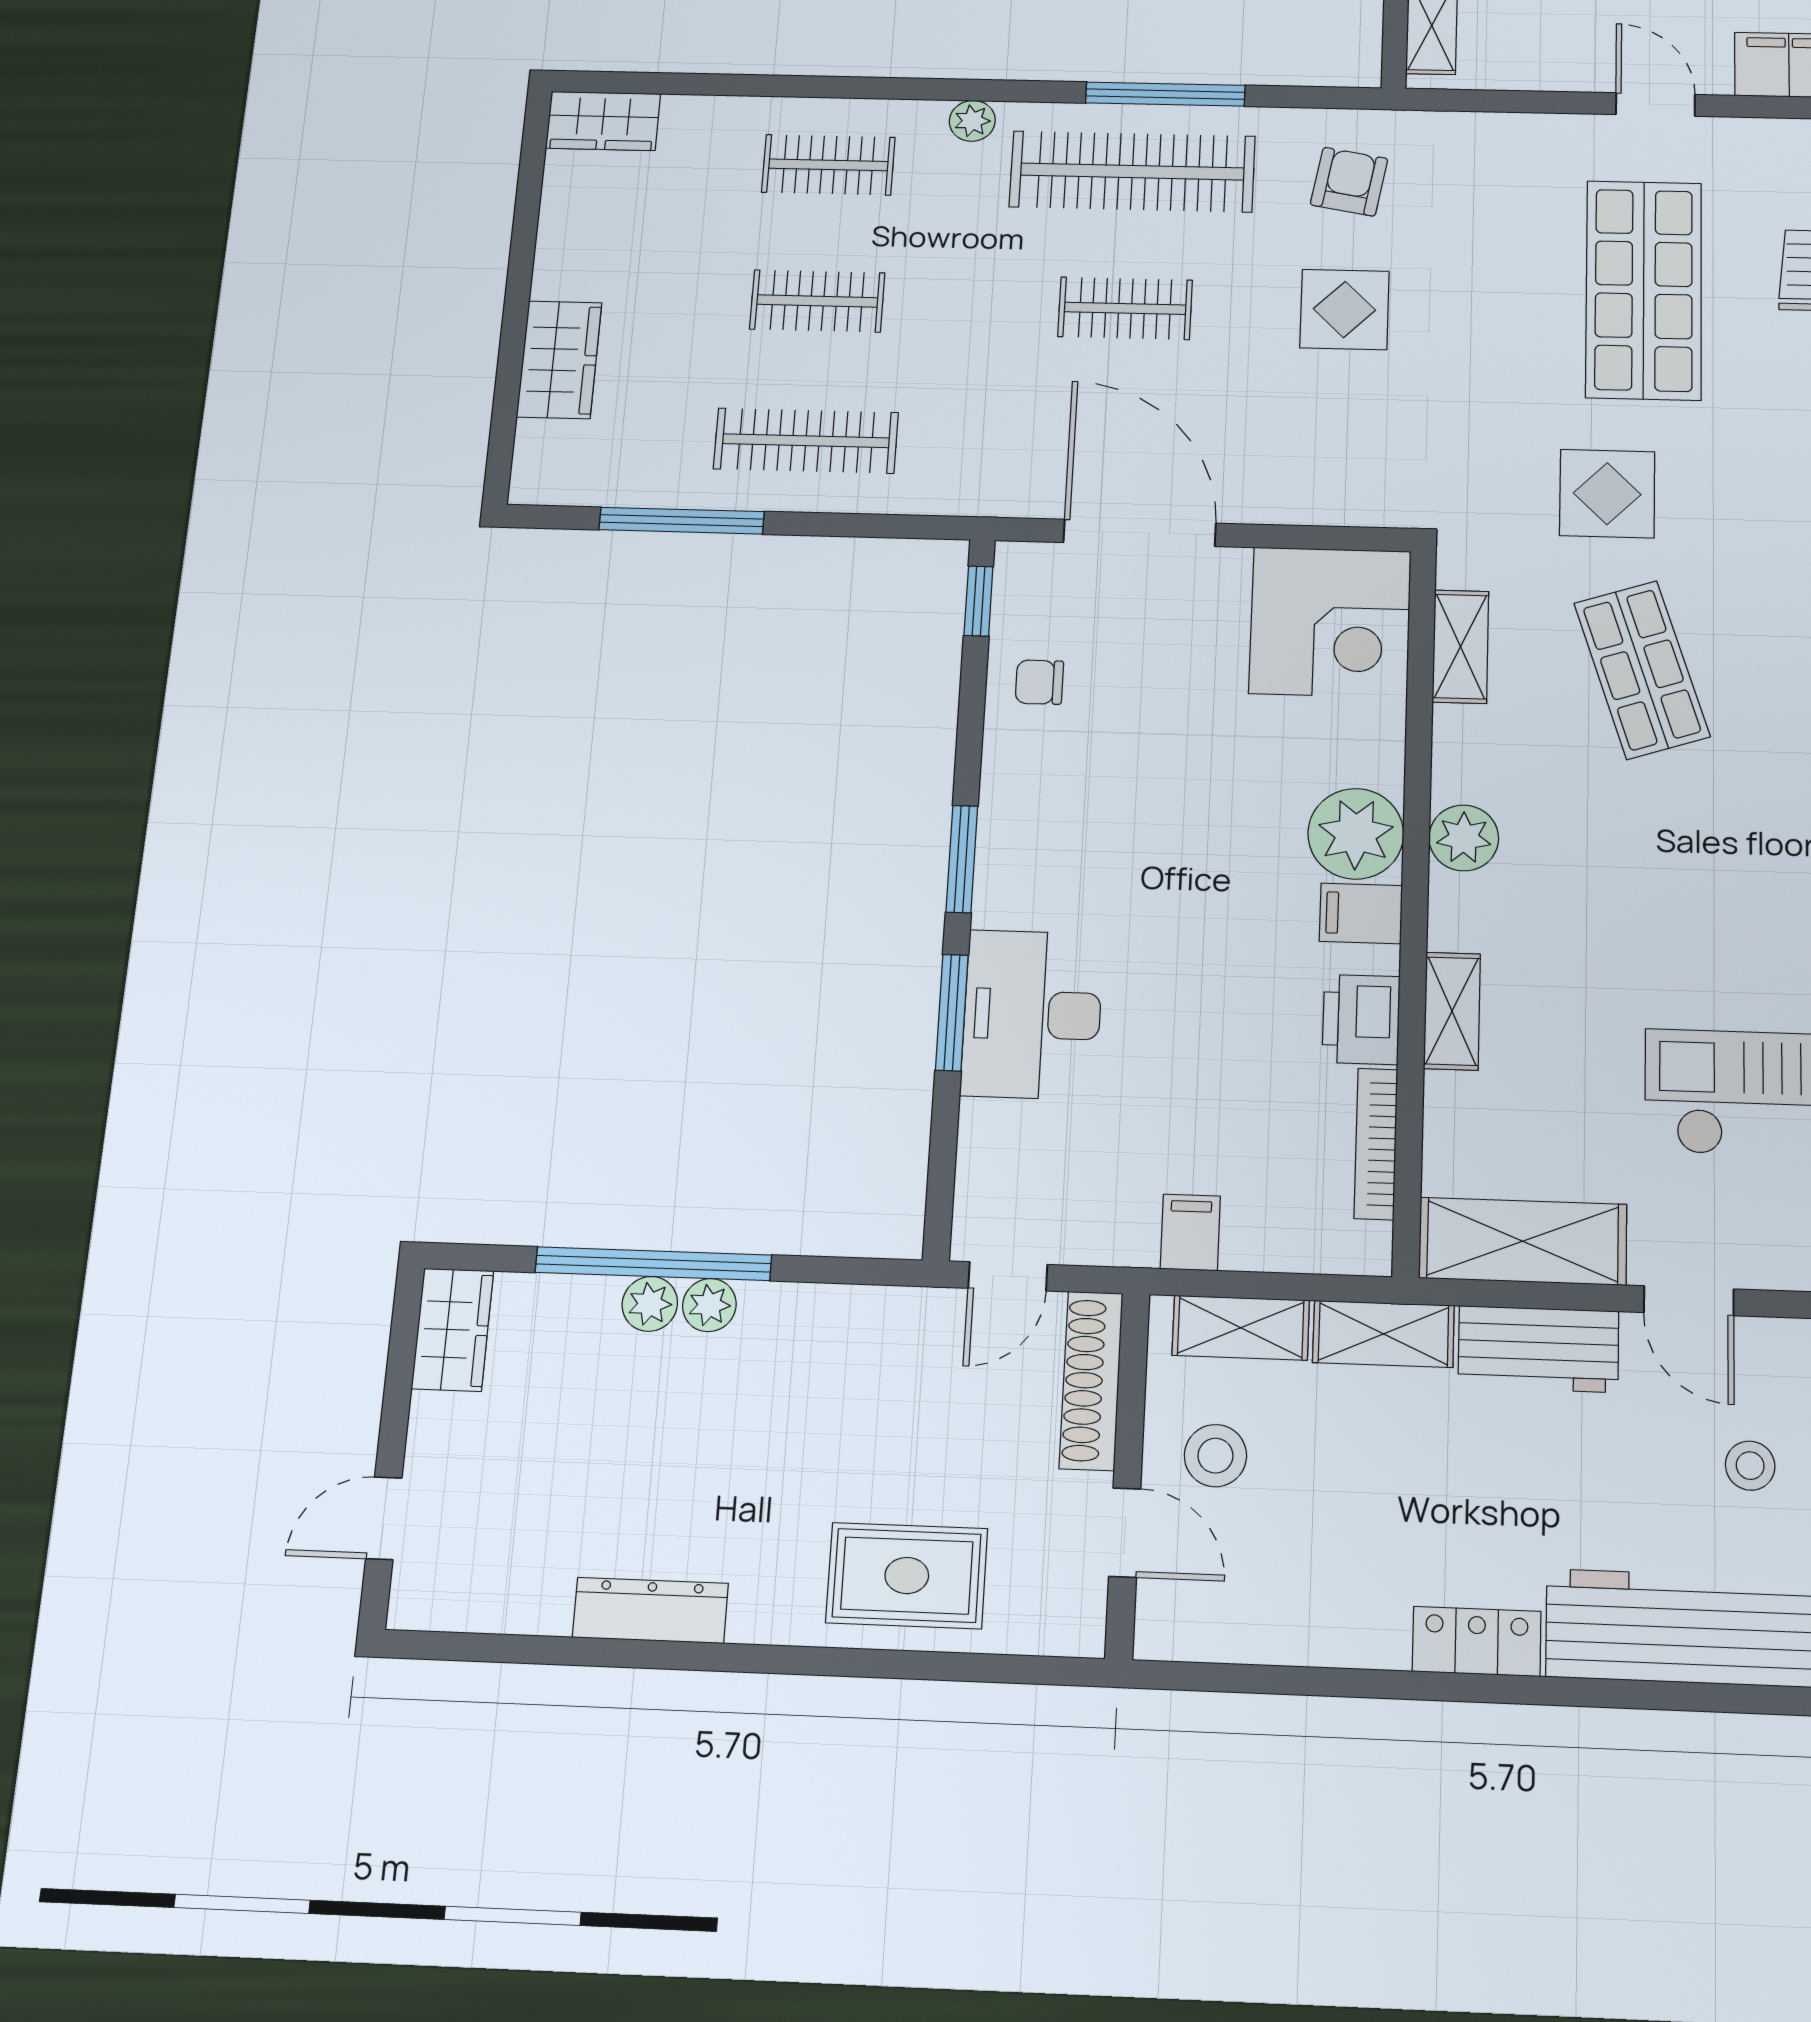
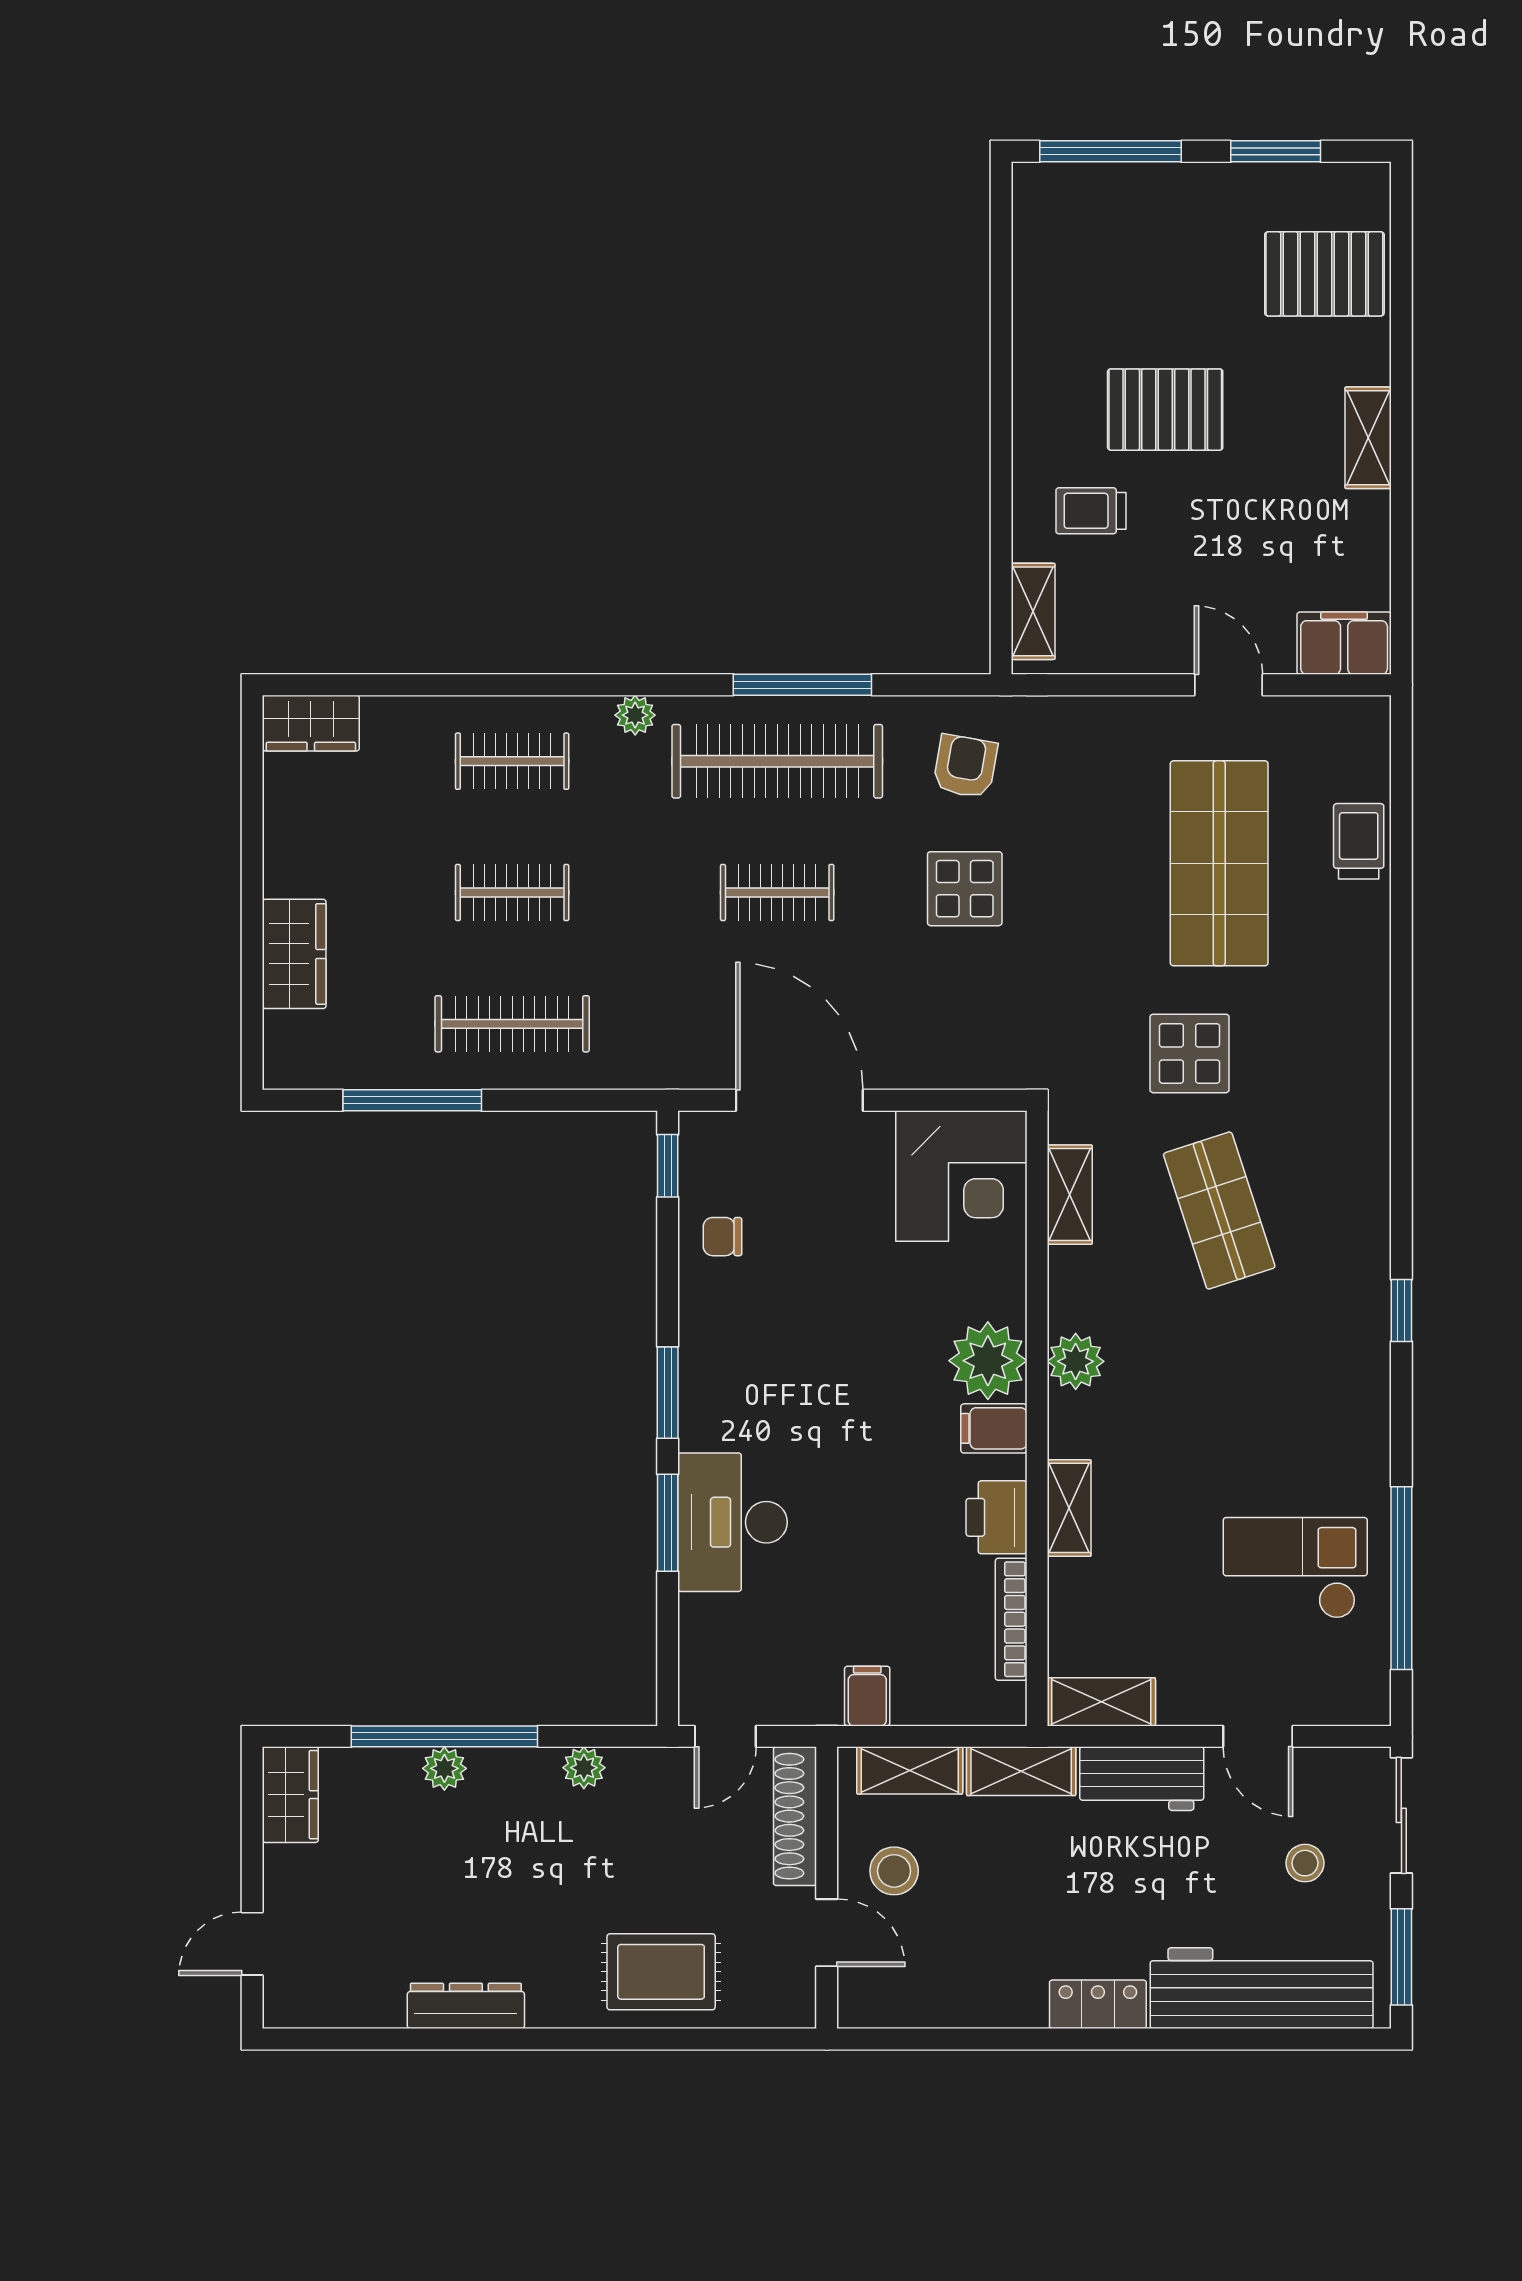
shelving: (1523, 1241) -> (1101, 1702), width x0.67, depth x0.75
plant: (709, 1305) -> (584, 1768), moved

